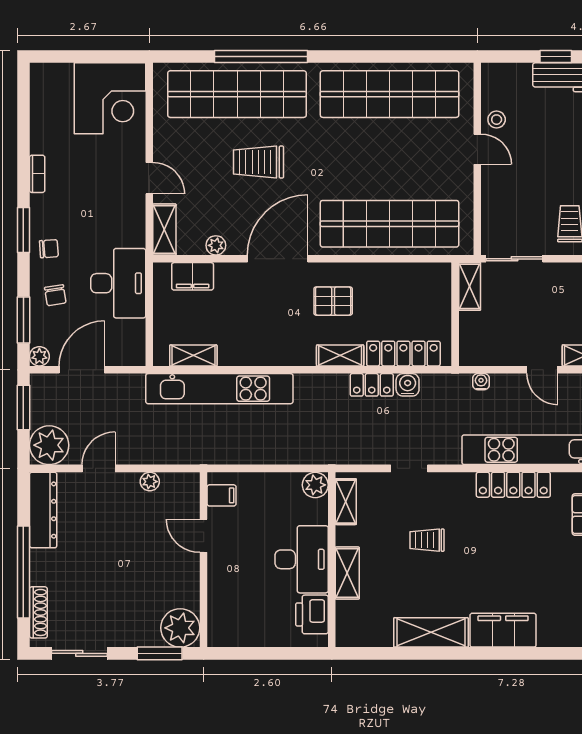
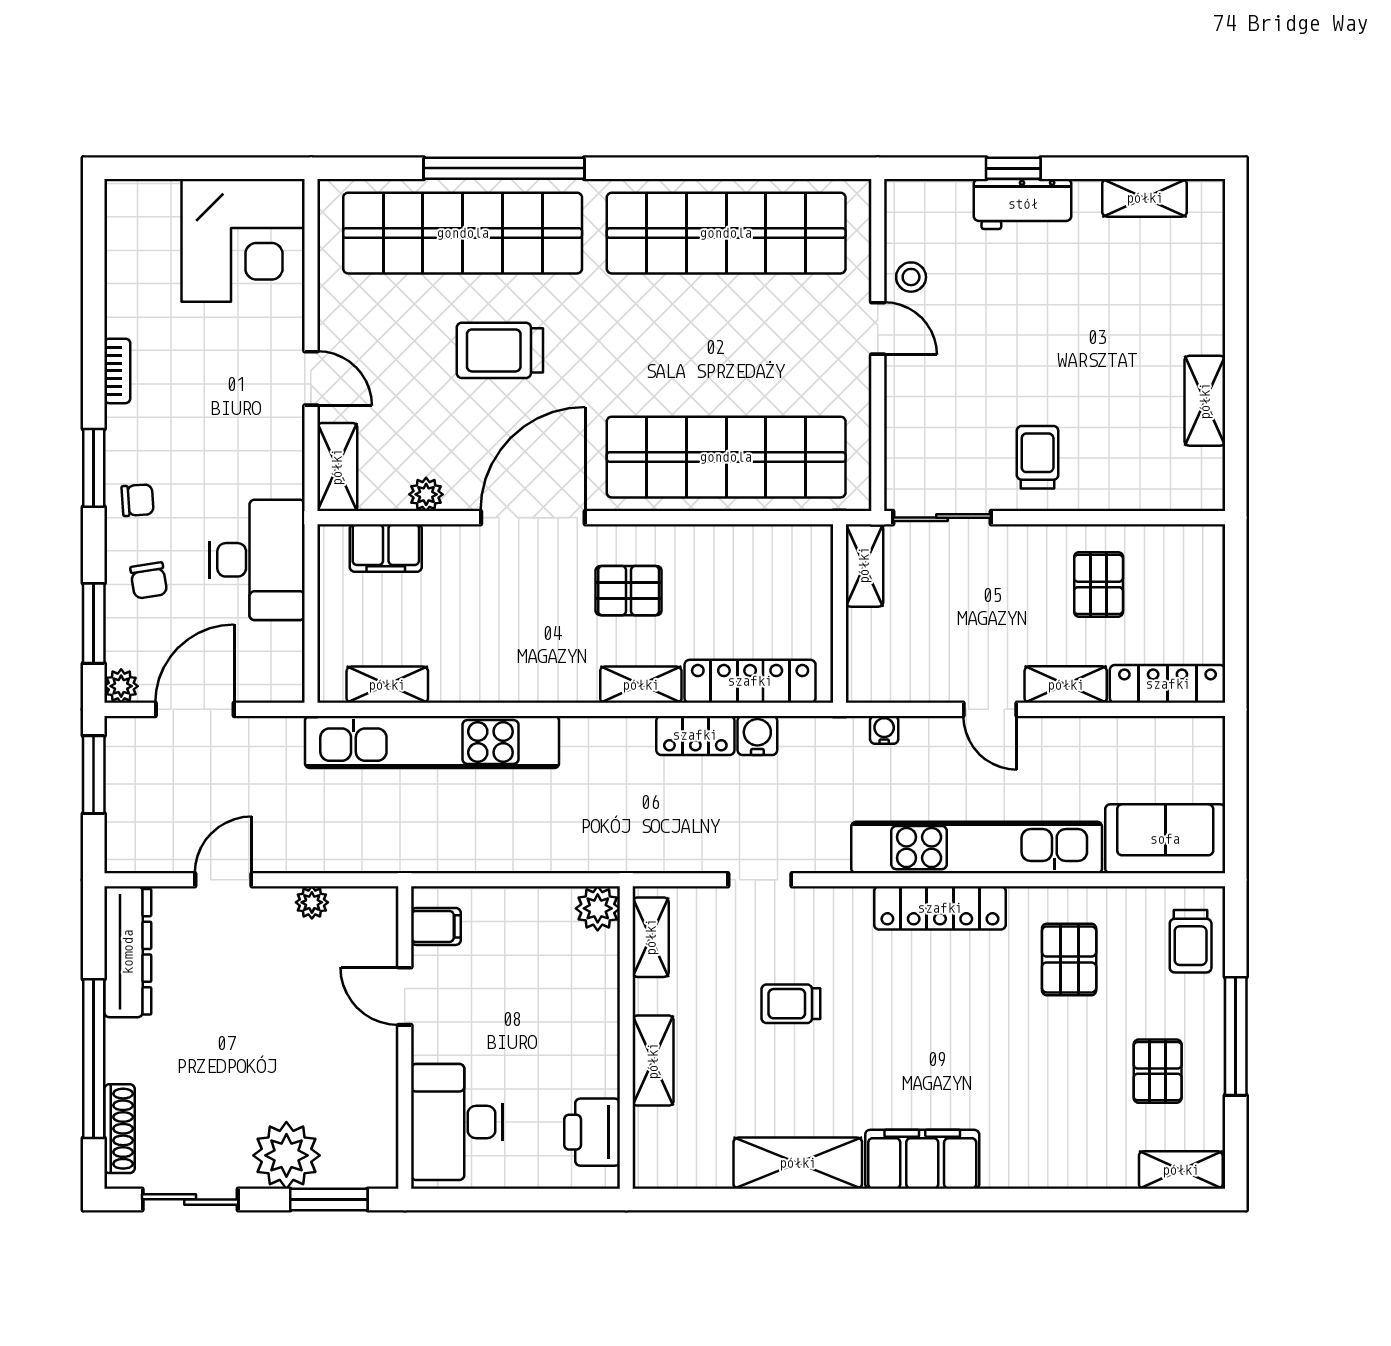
plant: (49, 445) -> (138, 840), removed
desk: (302, 559) -> (457, 1122), moved, turned 180
plant: (180, 628) -> (286, 1155), moved

